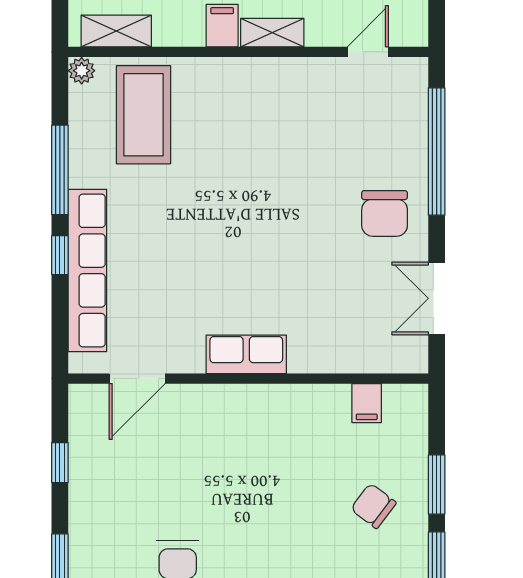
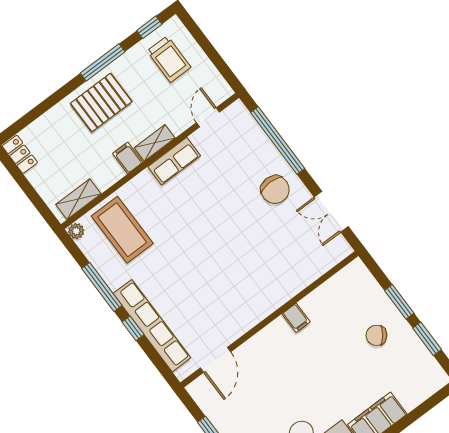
row of seats: (246, 354) -> (174, 161), moved, turned 180
filing cabinet: (367, 403) -> (296, 318), moved

